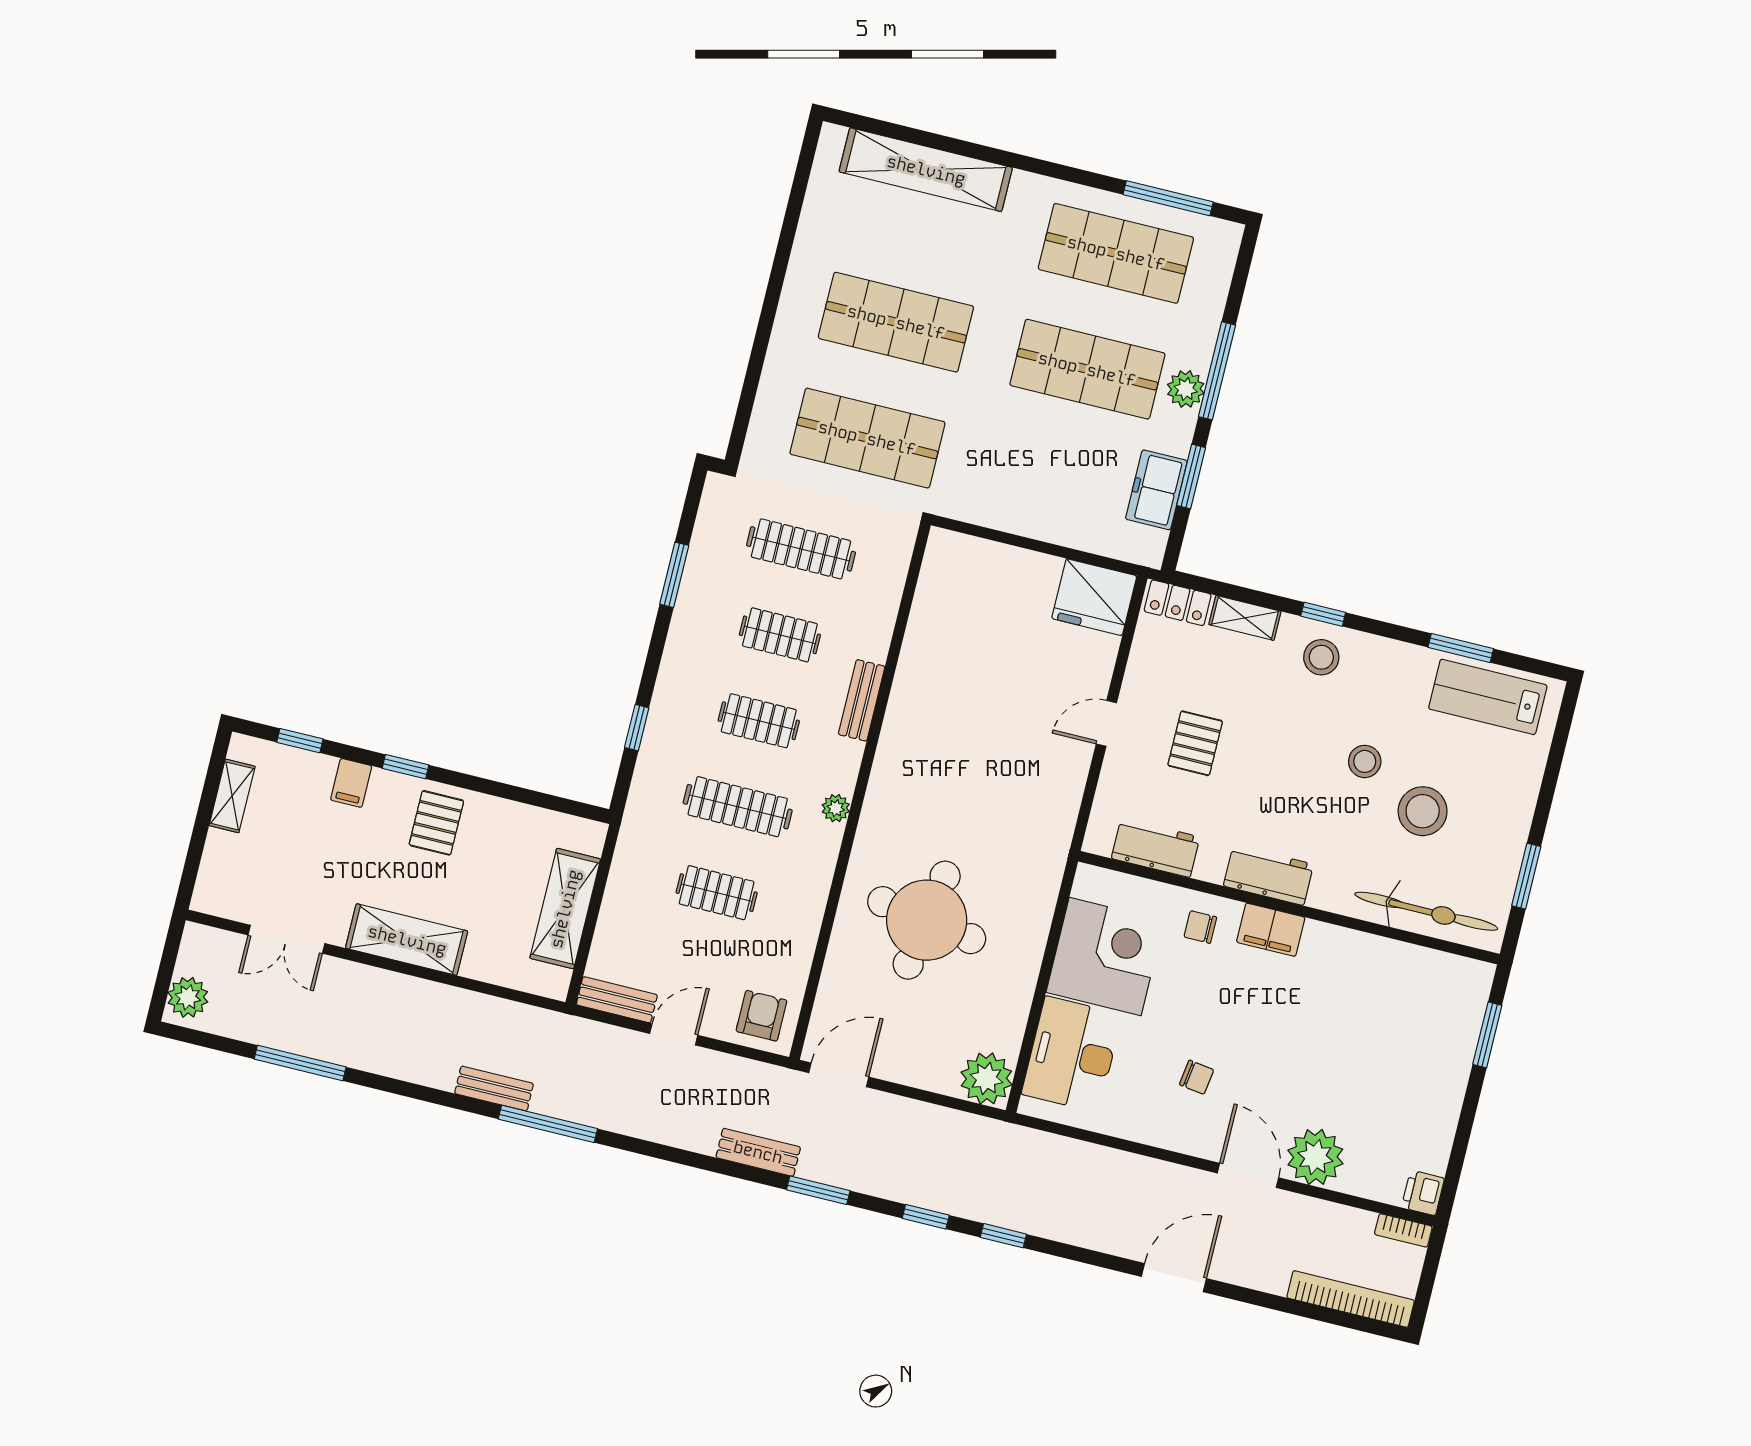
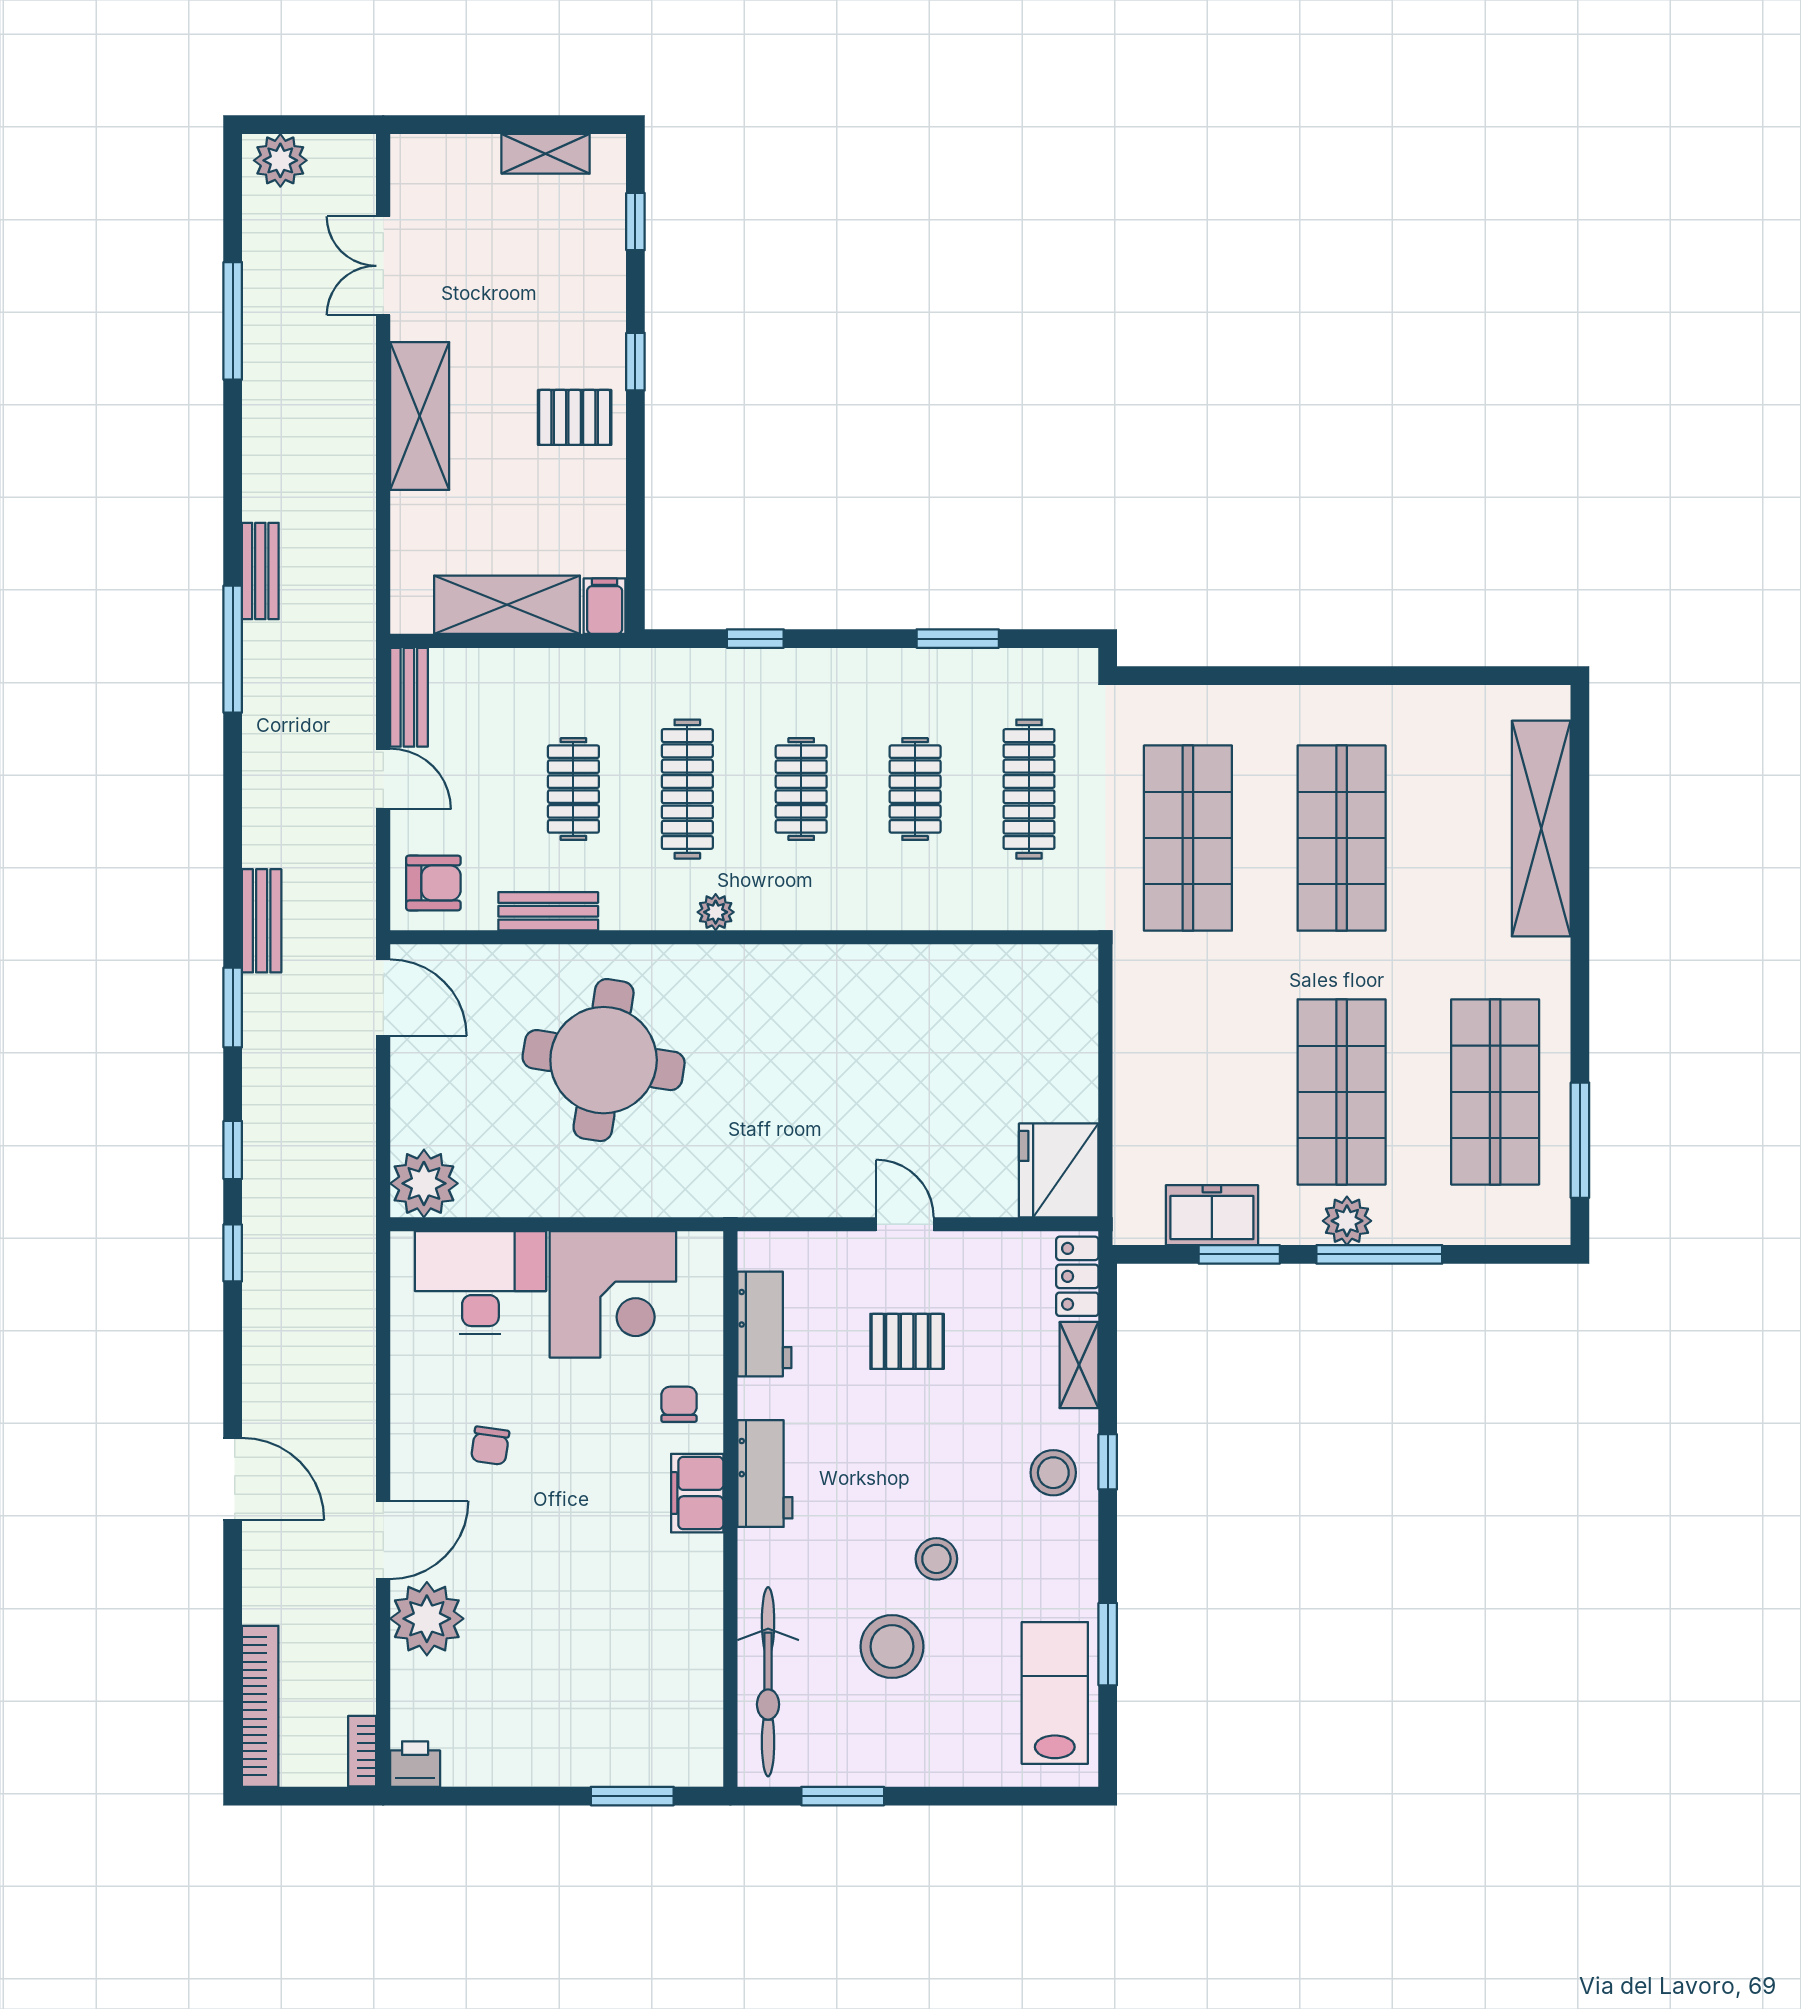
bench: (862, 700) -> (548, 911), moved
filing cabinet: (351, 783) -> (605, 606), moved, turned 90

